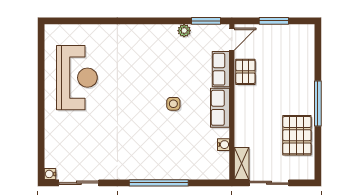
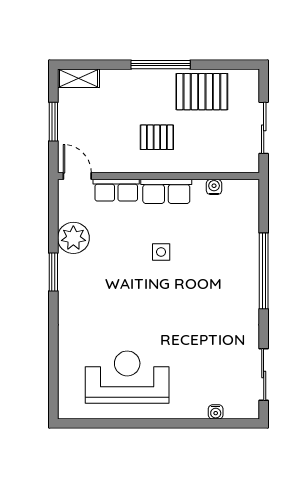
window: (206, 21) -> (53, 272), moved
plant: (184, 31) -> (73, 238), width x1.88, depth x1.88
pallet: (245, 72) -> (157, 137), moved
shelving: (242, 164) -> (78, 78), moved
water cooler: (50, 174) -> (216, 412), moved

